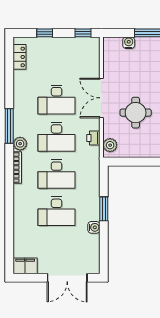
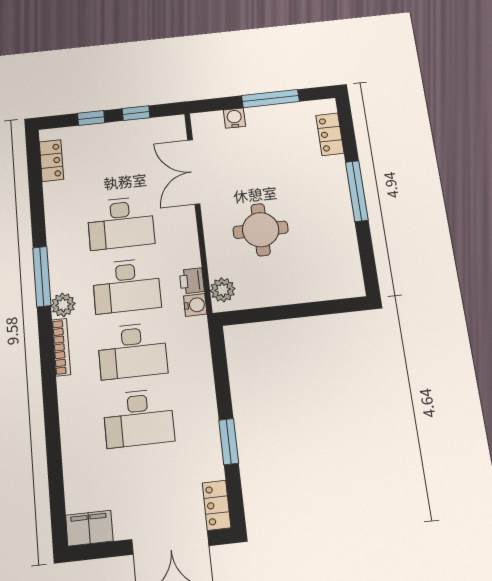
window: (83, 33) -> (136, 113), moved
double door: (101, 98) -> (194, 172), moved
window: (104, 209) -> (229, 442), moved
water cooler: (94, 227) -> (195, 305), moved
locker: (94, 261) -> (217, 505), added

